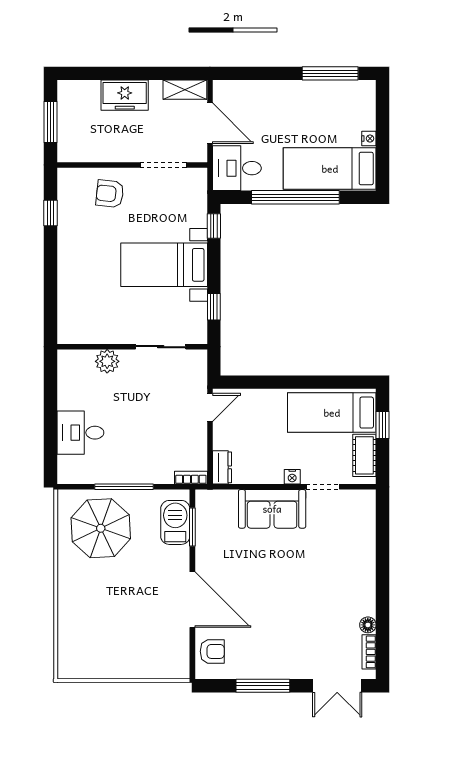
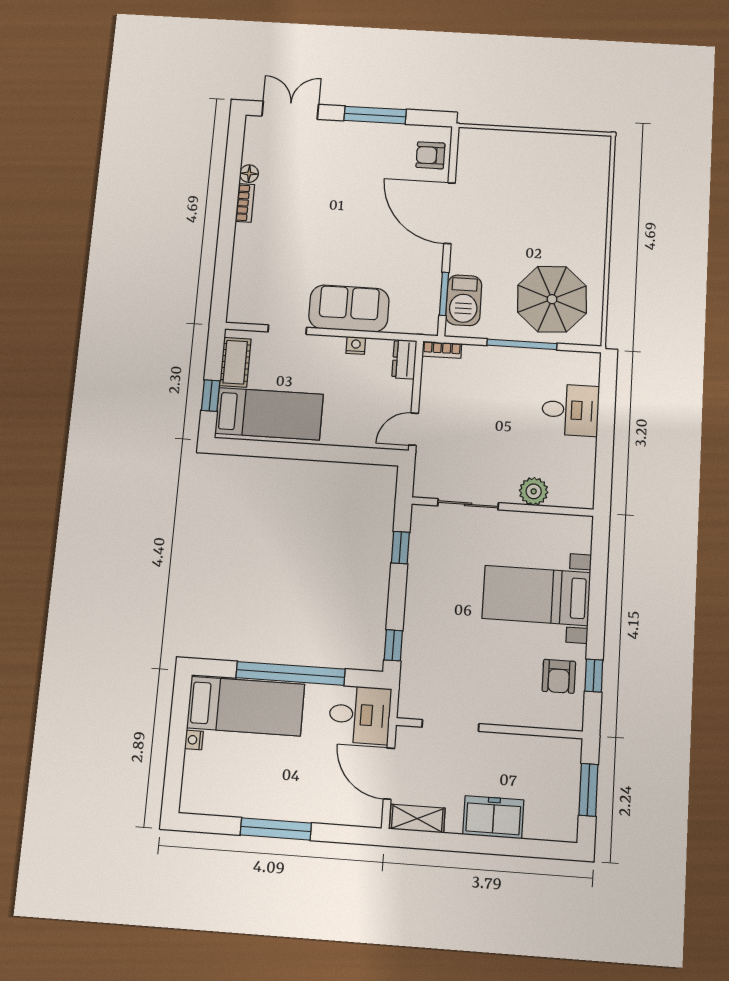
window: (330, 73) -> (276, 829), moved
armchair: (110, 194) -> (559, 676), moved, turned 84
bed with nightstands: (164, 265) -> (536, 595), moved, turned 180
nightstand: (292, 477) -> (356, 345), moved
bookcase: (369, 652) -> (245, 203), moved

